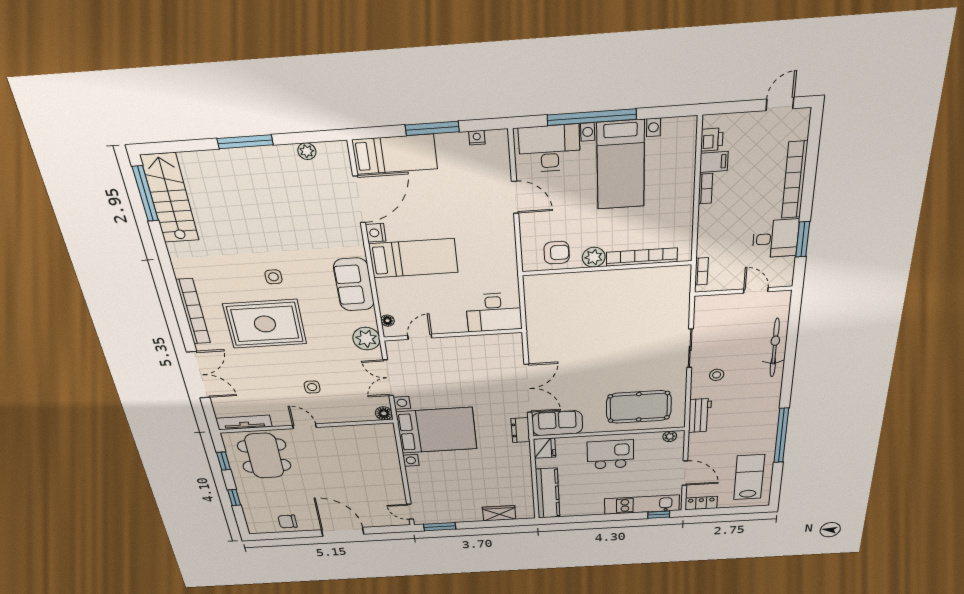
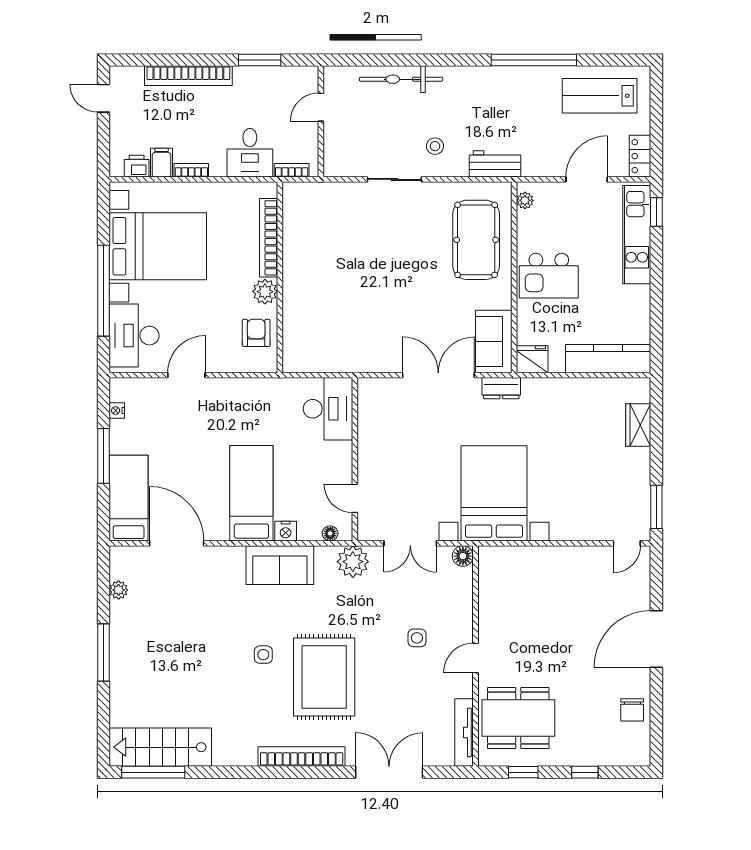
bed with nightstands: (621, 165) -> (158, 246), width x1.36
nightstand: (376, 233) -> (286, 531), moved
desk: (775, 239) -> (250, 153), moved, turned 180
kitchen island: (610, 455) -> (549, 276), turned -90

